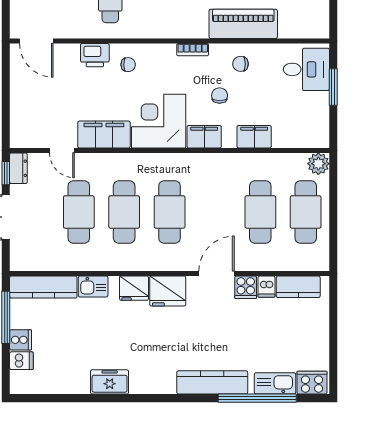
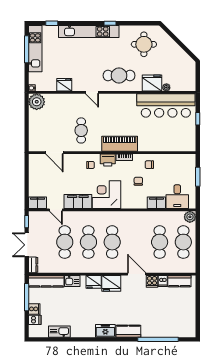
piano: (243, 24) -> (120, 144), moved
door: (36, 41) -> (54, 153), moved
printer: (95, 55) -> (108, 160), moved
desk: (306, 69) -> (177, 197), moved, turned 90
filing cabinet: (204, 137) -> (38, 203), moved
dresser: (18, 168) -> (33, 265), moved
door: (217, 273) -> (137, 274), hinge flipped
freezer: (110, 382) -> (105, 331), moved
kitchen counter: (212, 382) -> (128, 331), width x0.67
kitchen sink: (275, 383) -> (59, 332), moved
cooker: (312, 383) -> (187, 331), removed

